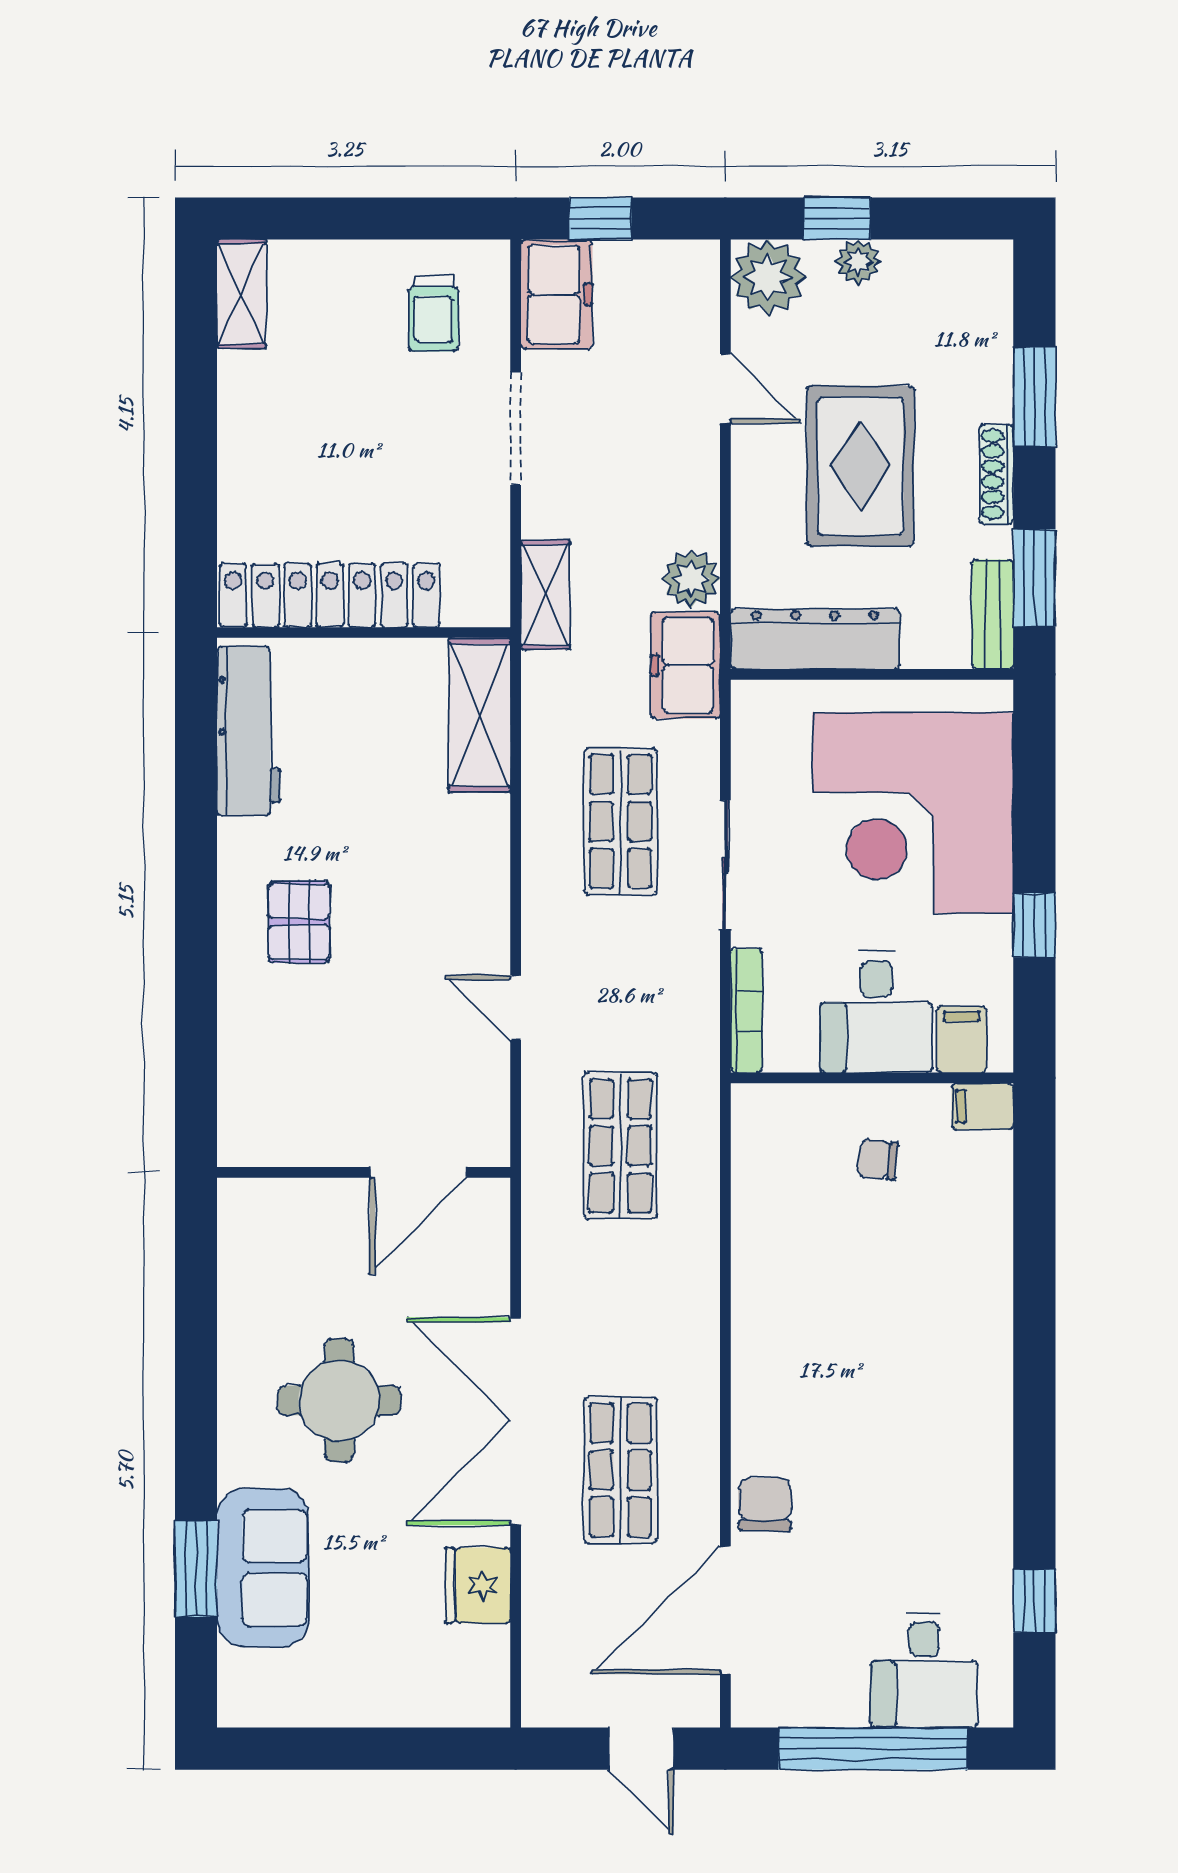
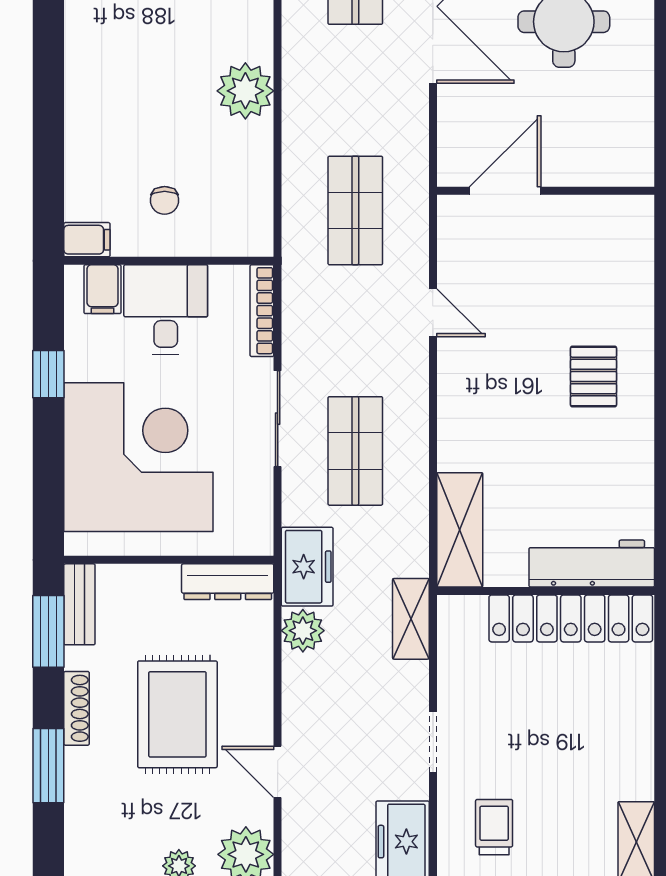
doorway: (516, 428) -> (433, 742), width x0.73
dresser: (815, 639) -> (228, 582), width x0.73, depth x0.80
workbench: (249, 731) -> (592, 564), moved, turned 90
chair: (878, 1159) -> (165, 200), turned 83
plant: (769, 1307) -> (245, 91), added

